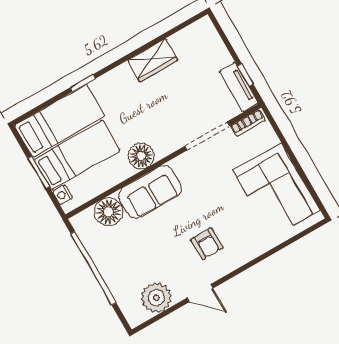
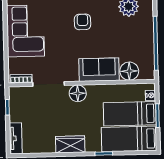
wardrobe: (153, 60) -> (70, 144), moved
tv unit: (239, 87) -> (16, 138), moved
floor lamp: (141, 156) -> (78, 93), moved

